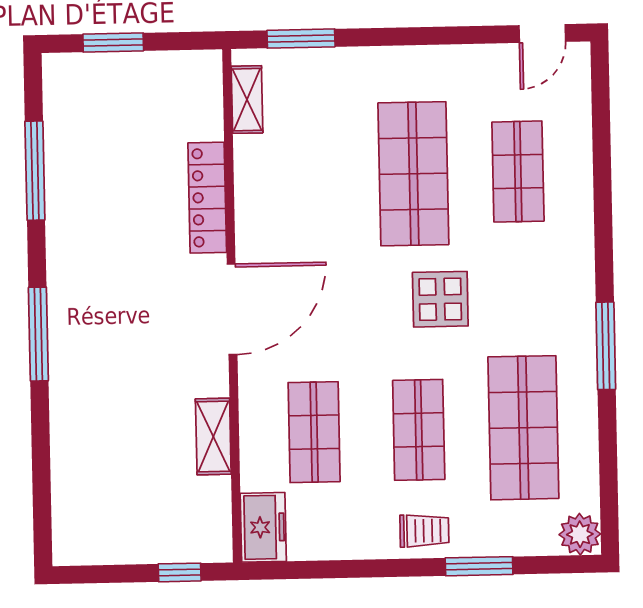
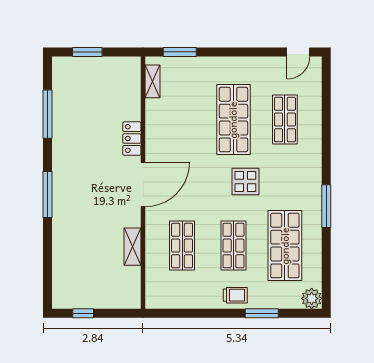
locker: (207, 198) -> (132, 139), width x0.66
freezer: (263, 527) -> (156, 292), removed
window: (180, 572) -> (83, 313), moved

